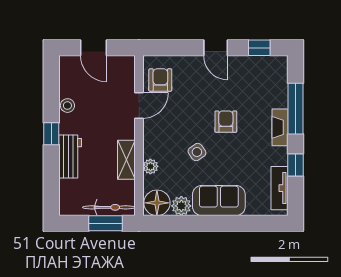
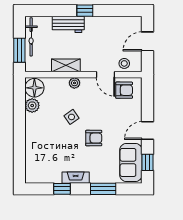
stool: (67, 106) -> (124, 63), moved
window: (295, 109) -> (103, 189), width x0.69
fireplace: (280, 127) -> (76, 178), moved
plant: (150, 166) -> (74, 83), moved
tv unit: (280, 188) -> (45, 177), removed
sofa: (219, 201) -> (131, 162), moved, turned 180
bicycle: (109, 207) -> (31, 37), moved

